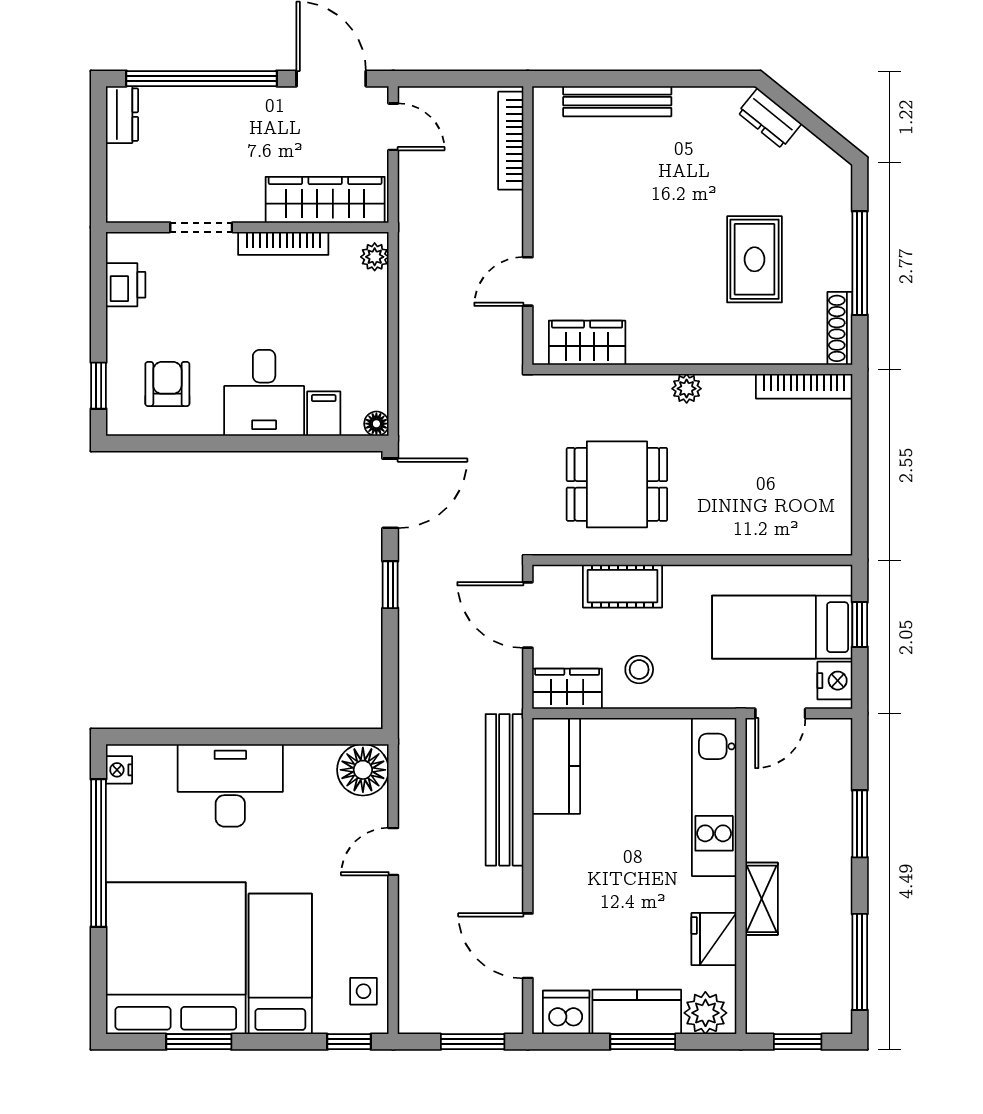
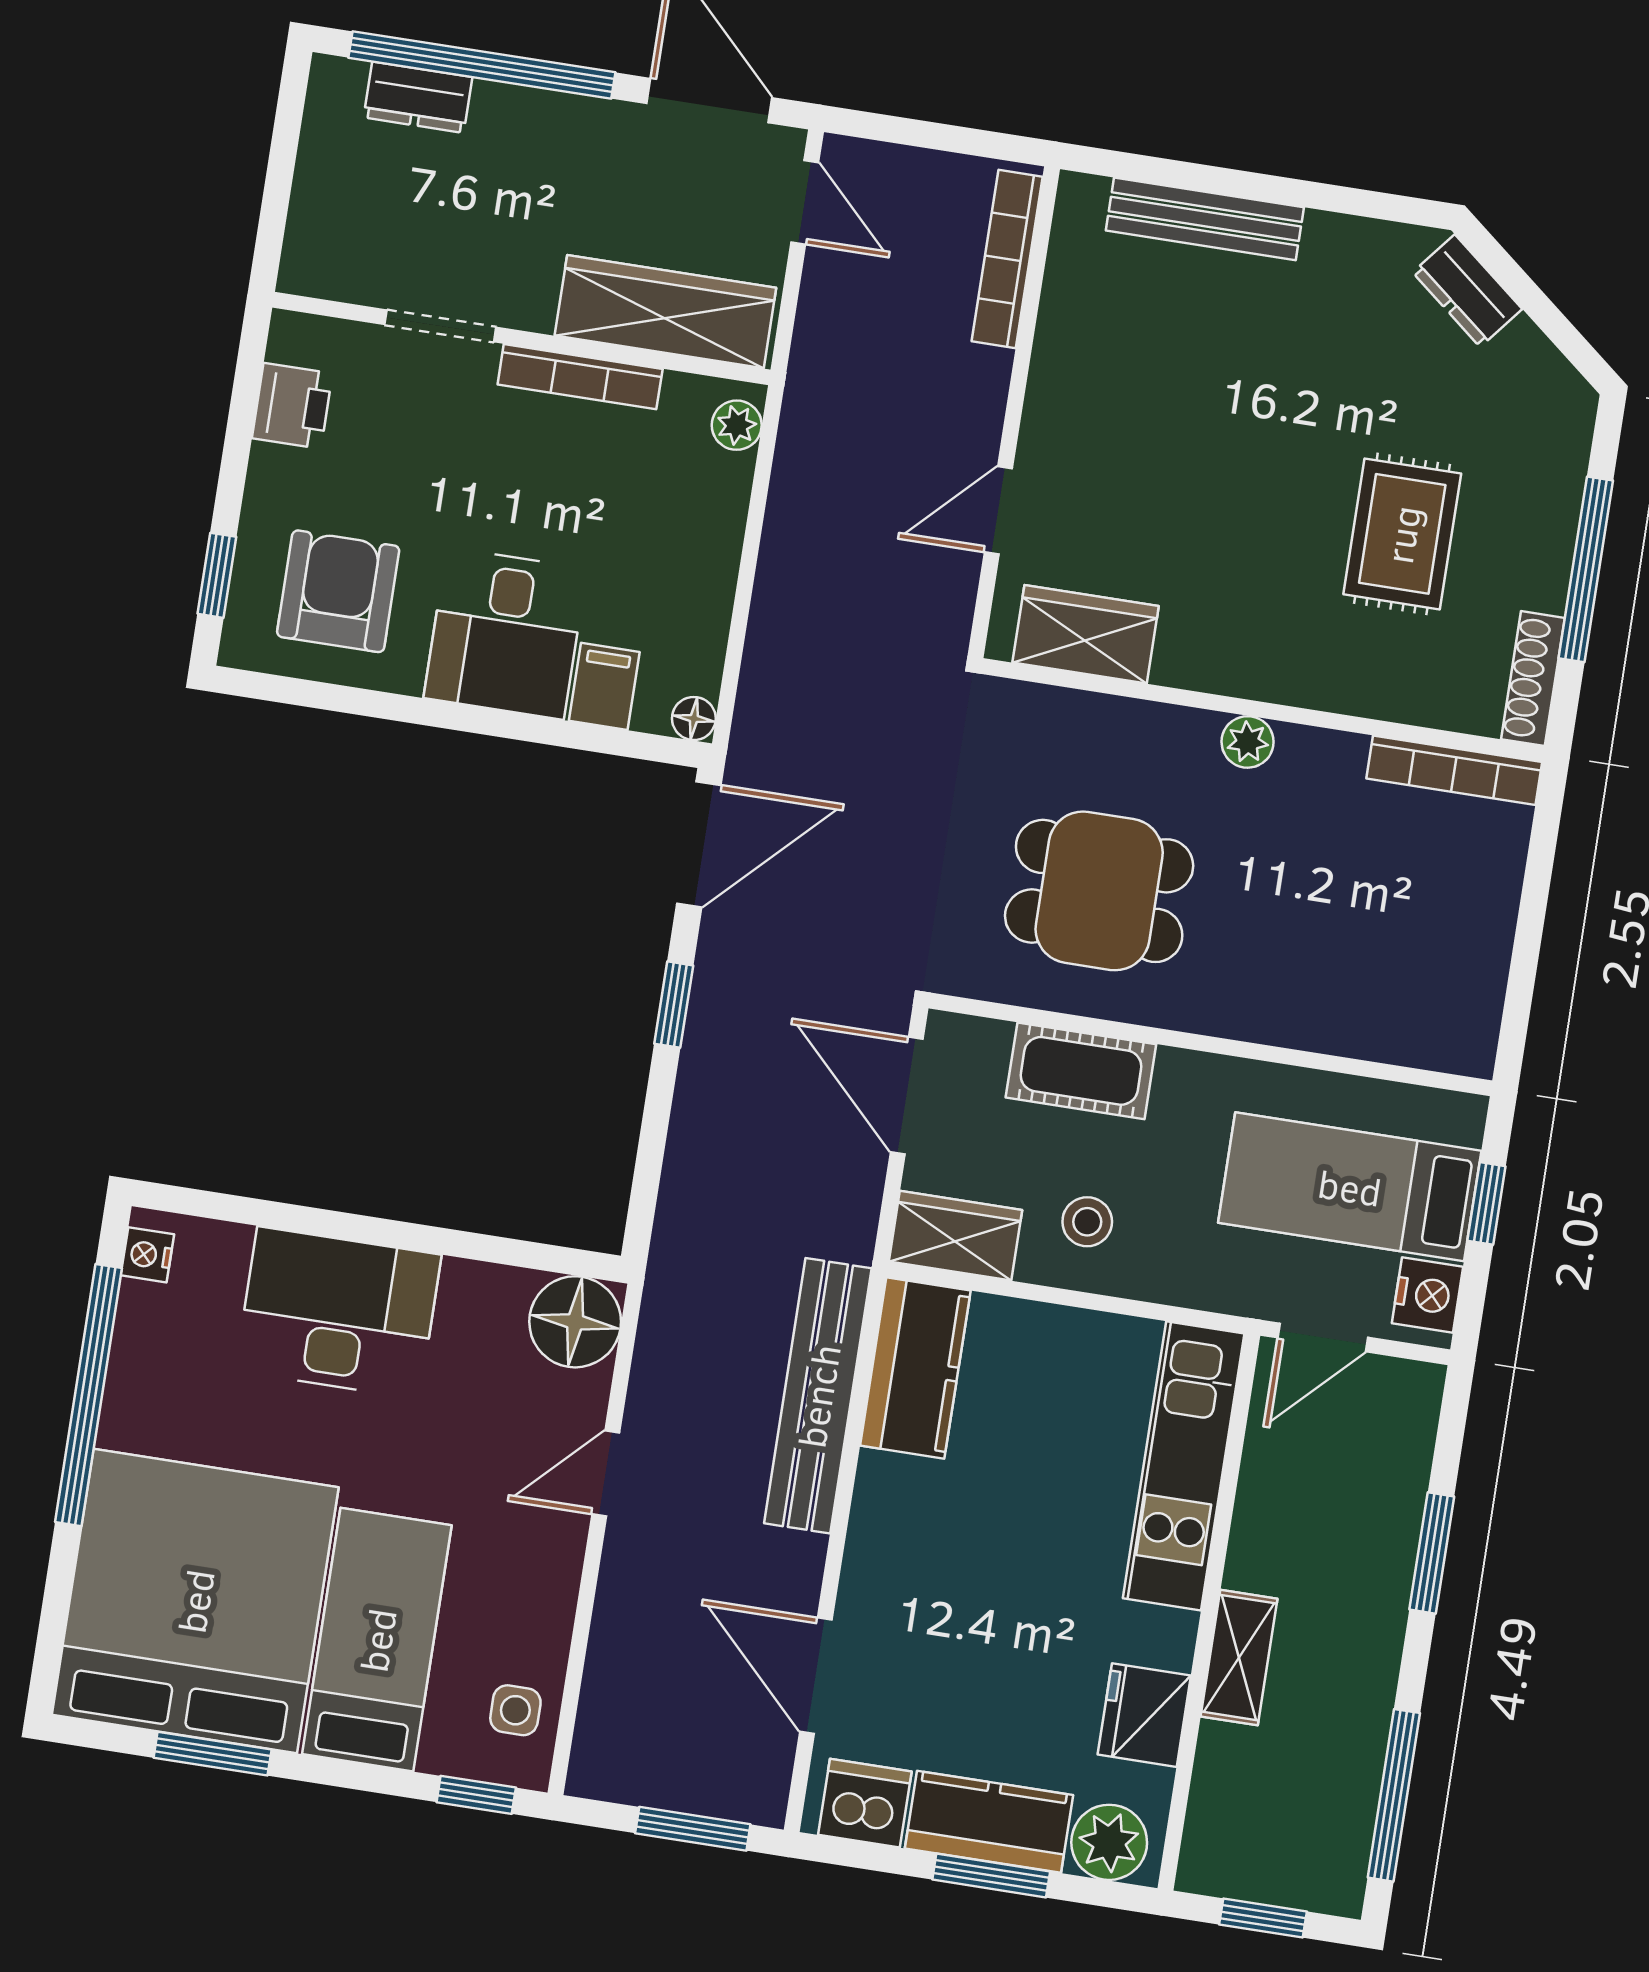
dresser: (122, 115) -> (418, 97), moved, turned 90
armchair: (167, 384) -> (338, 591), width x1.38, depth x1.38

